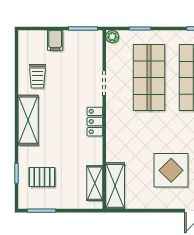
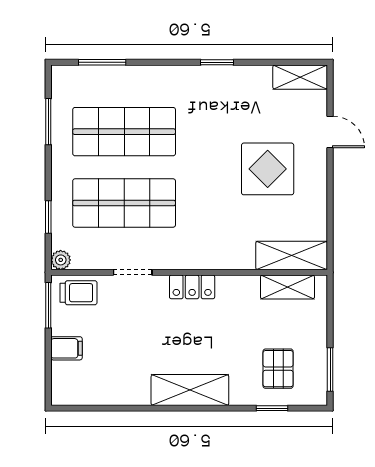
trolley: (37, 76) -> (79, 293), moved

